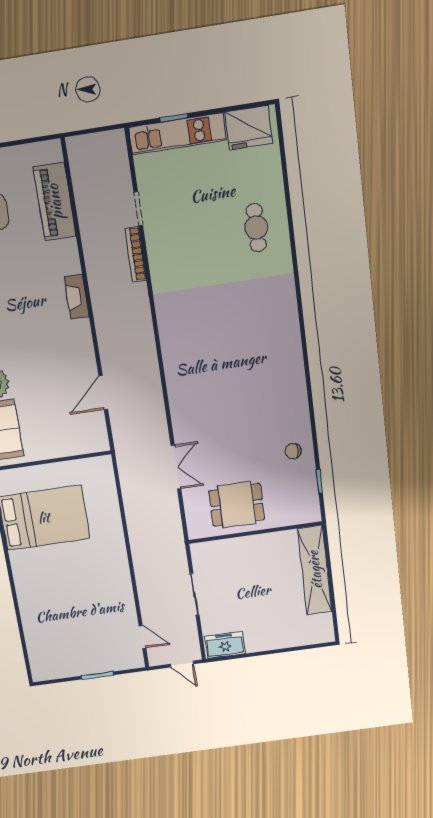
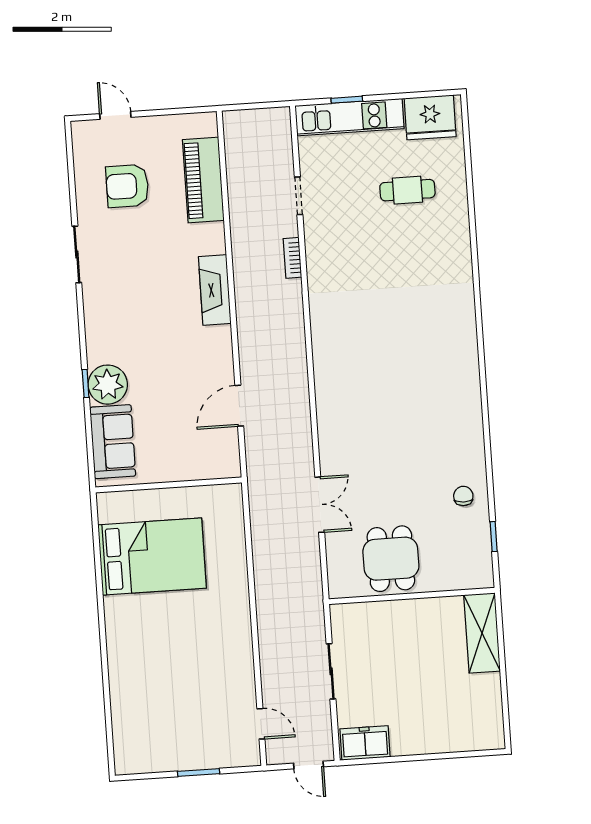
cafe table: (256, 228) -> (407, 190), moved, turned 90
bookcase: (136, 254) -> (292, 258), width x0.64
fireplace: (77, 297) -> (215, 290), width x1.37, depth x1.32
chair: (293, 451) -> (463, 496), turned 92
dining table: (237, 505) -> (391, 559), turned 90
shelving: (315, 570) -> (482, 633), width x0.68

